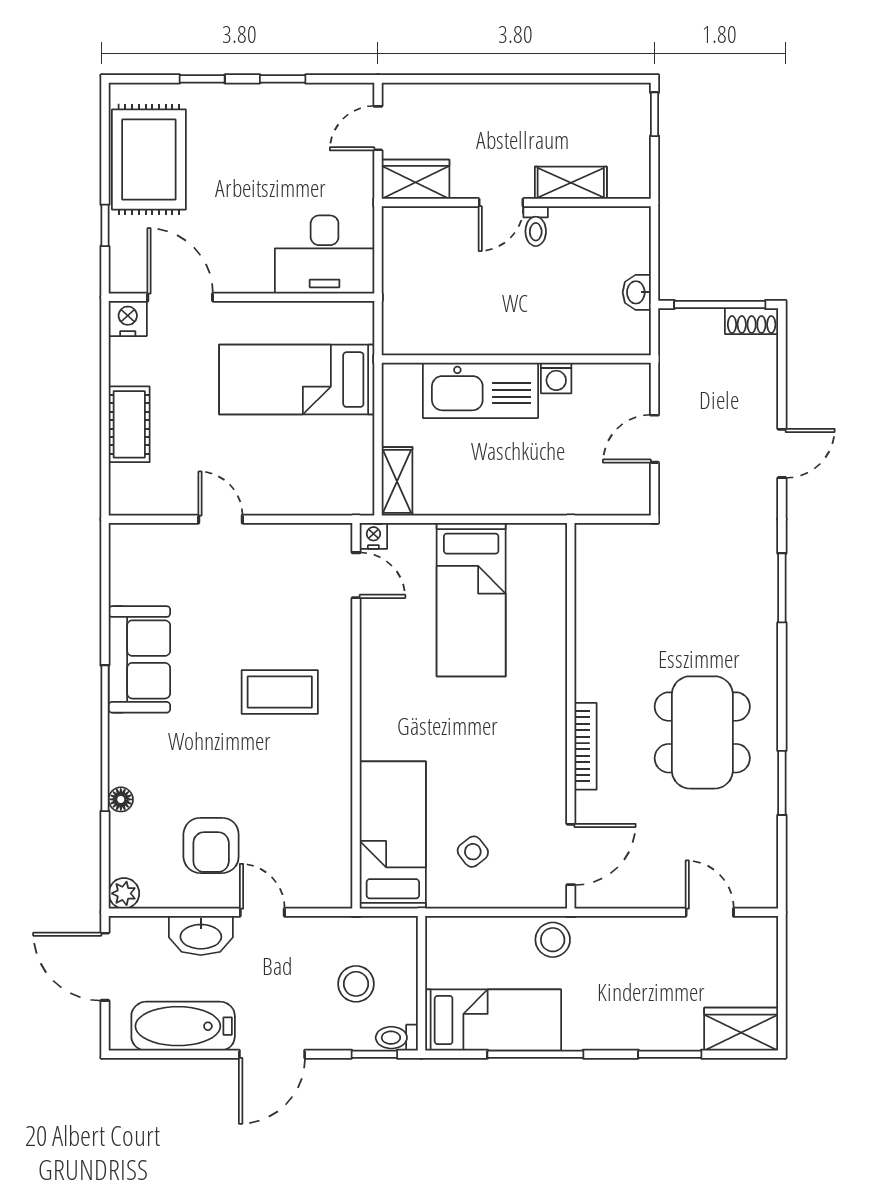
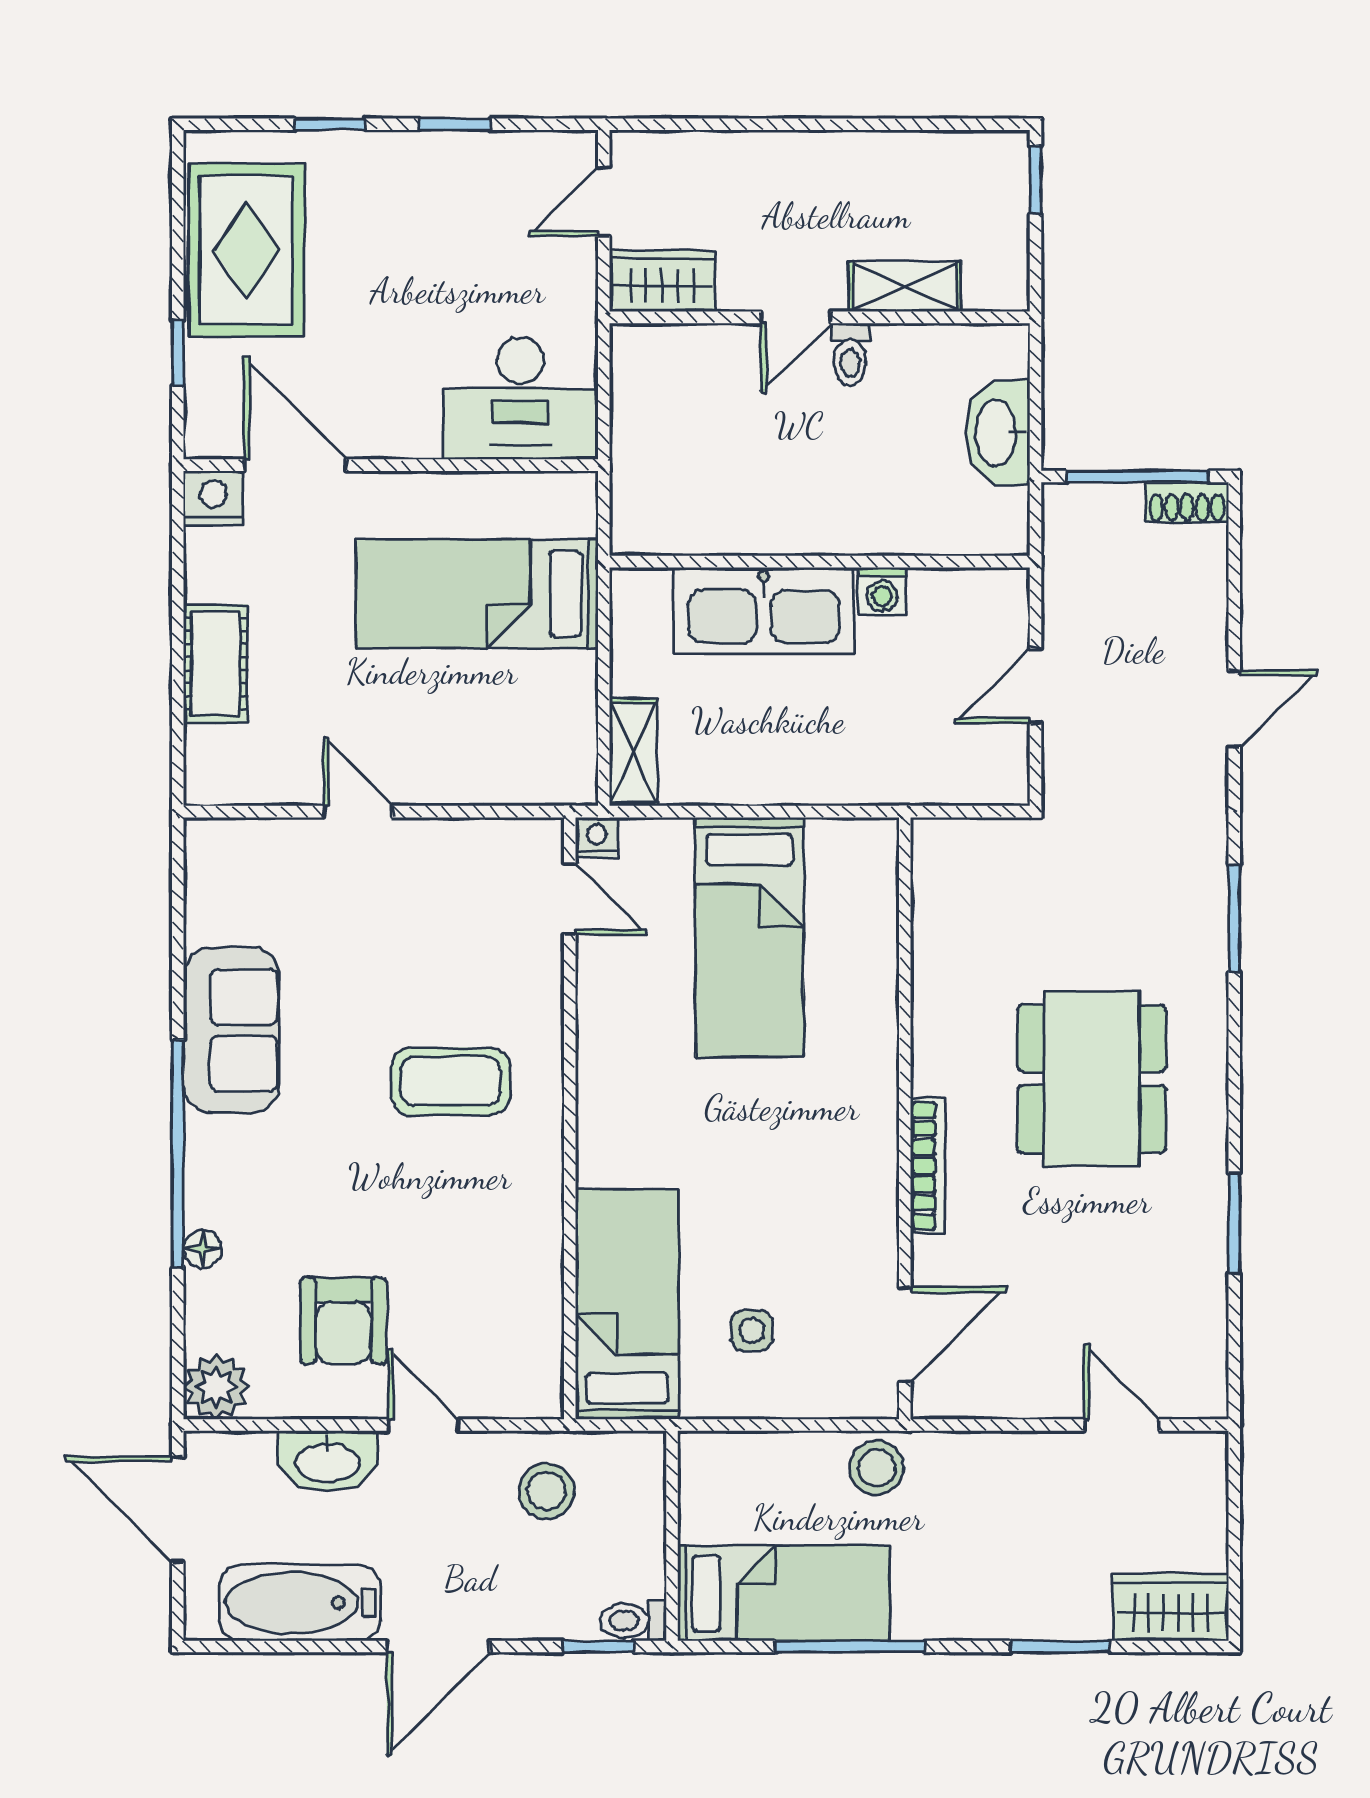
washbasin: (637, 292) -> (998, 433), width x1.91, depth x1.45
dining table: (702, 732) -> (1092, 1079), moved
side table: (473, 852) -> (752, 1330), turned 38
plant: (124, 893) -> (216, 1387), width x1.38, depth x1.38
stool: (356, 984) -> (546, 1491), moved

